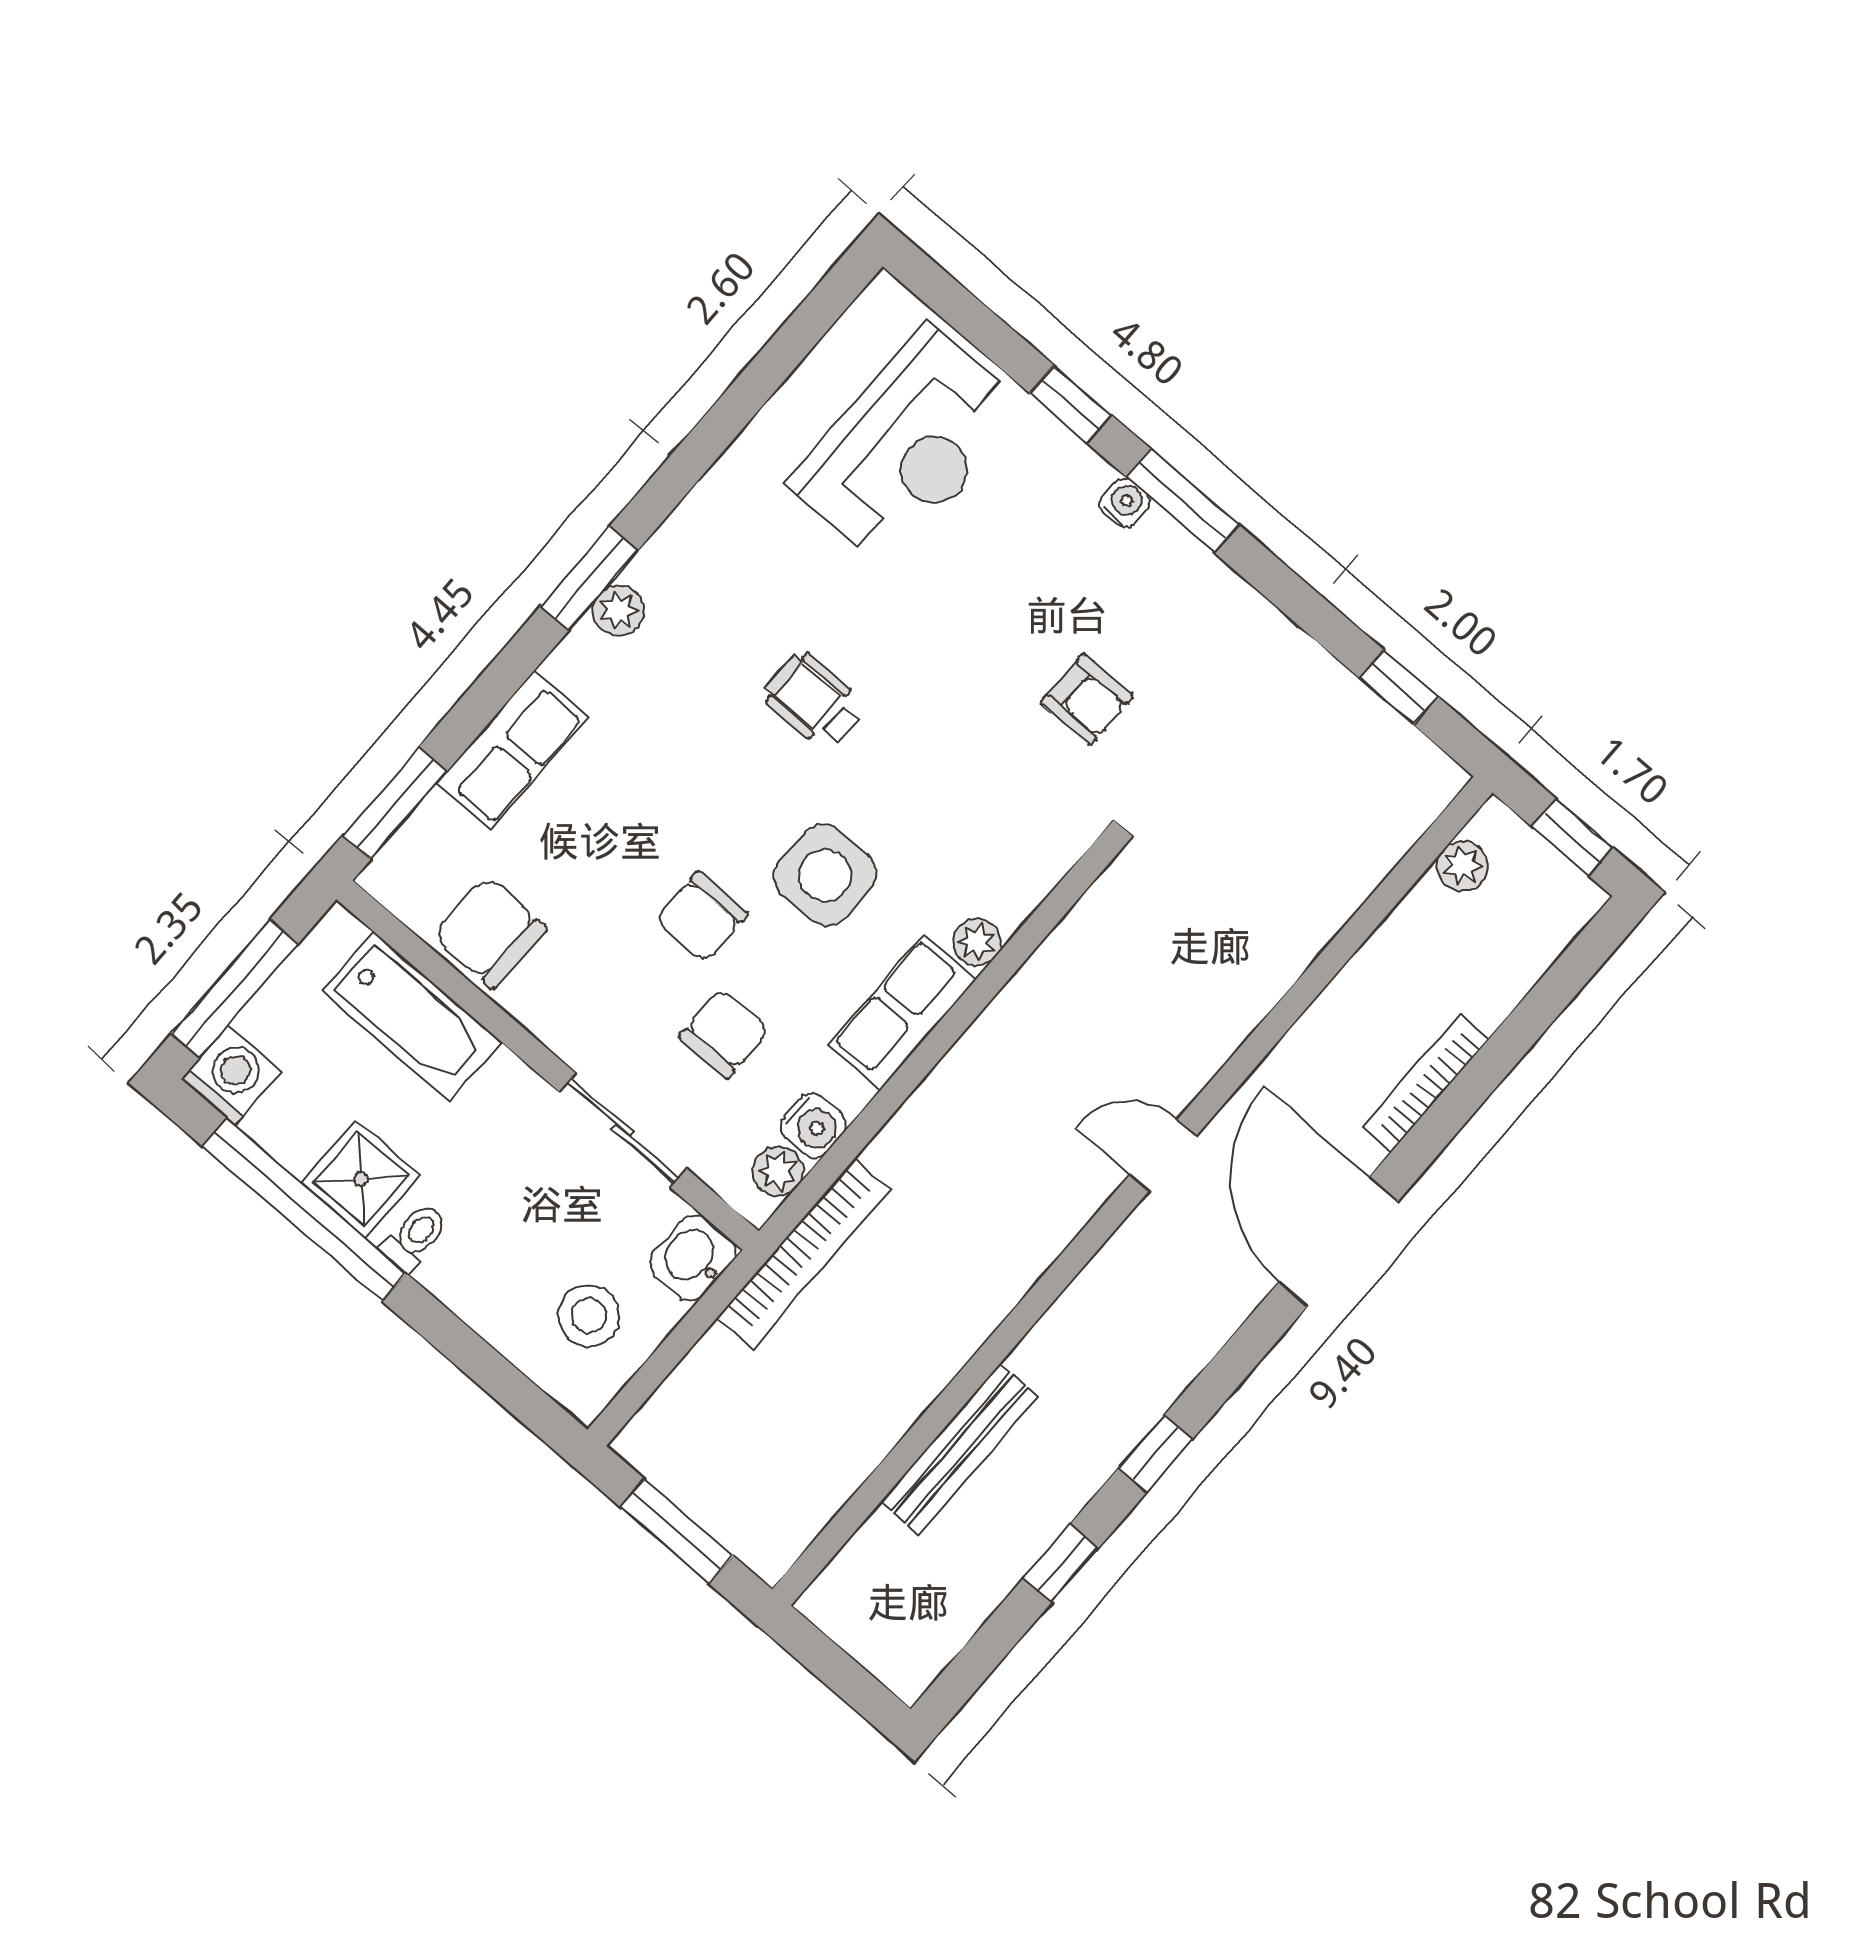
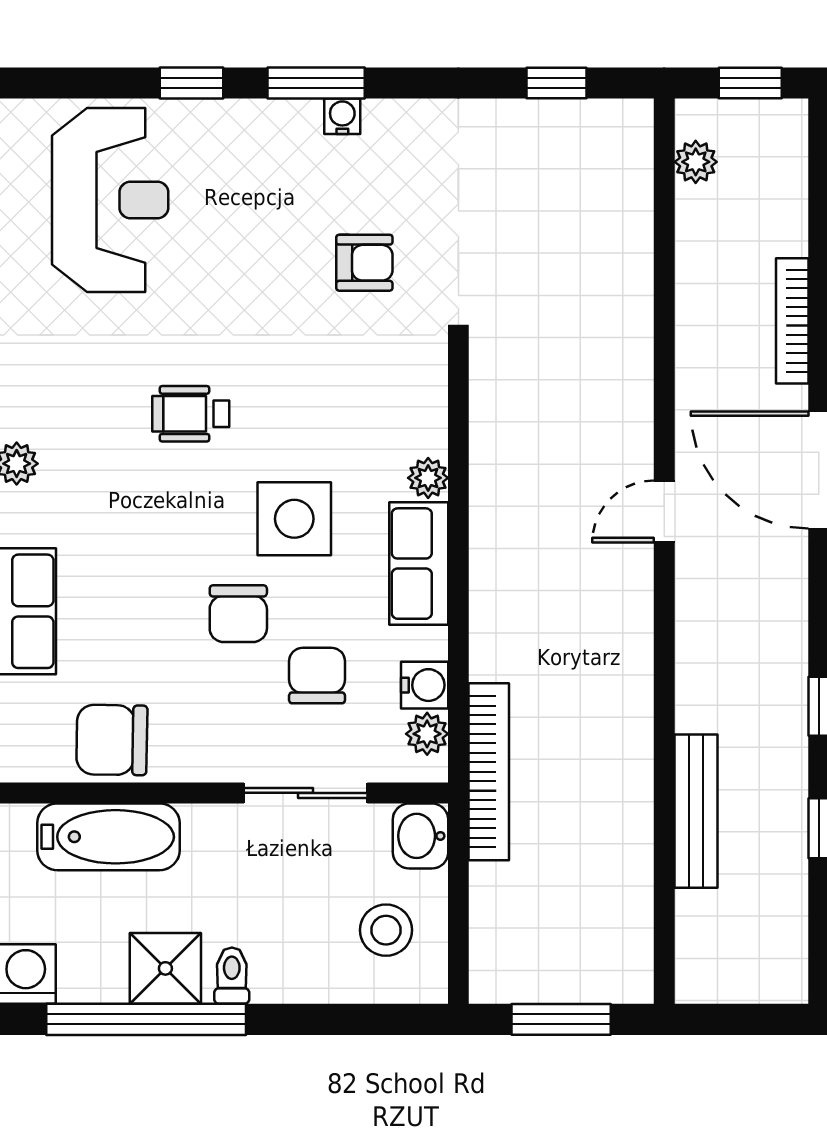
water cooler: (1125, 503) -> (342, 116), moved

